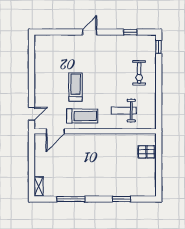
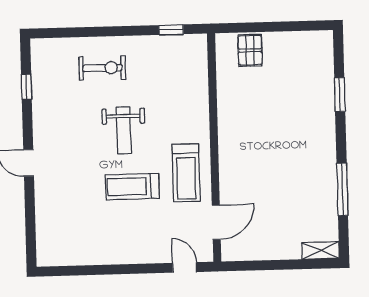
window: (159, 47) -> (171, 30), moved
weight bench: (124, 111) -> (124, 130), moved
treadmill: (82, 116) -> (186, 173), turned 180
door: (55, 131) -> (216, 222), hinge flipped

